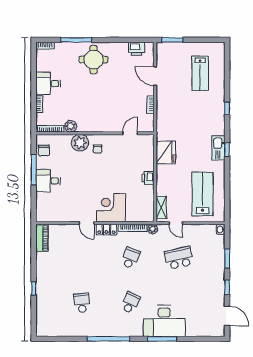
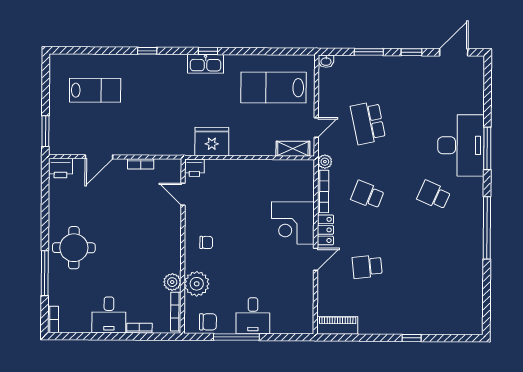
printer: (136, 49) -> (60, 168), moved, turned 90
plant: (80, 143) -> (197, 284), moved
printer: (148, 178) -> (194, 168), moved
school desk: (82, 303) -> (367, 267), moved

